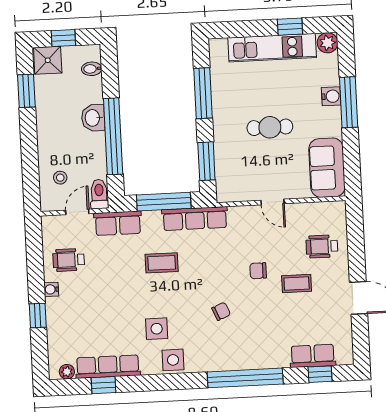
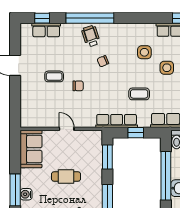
window: (164, 202) -> (136, 133), width x0.46
wheelchair: (322, 246) -> (91, 36), moved, turned -108
side table: (173, 360) -> (167, 68), moved

